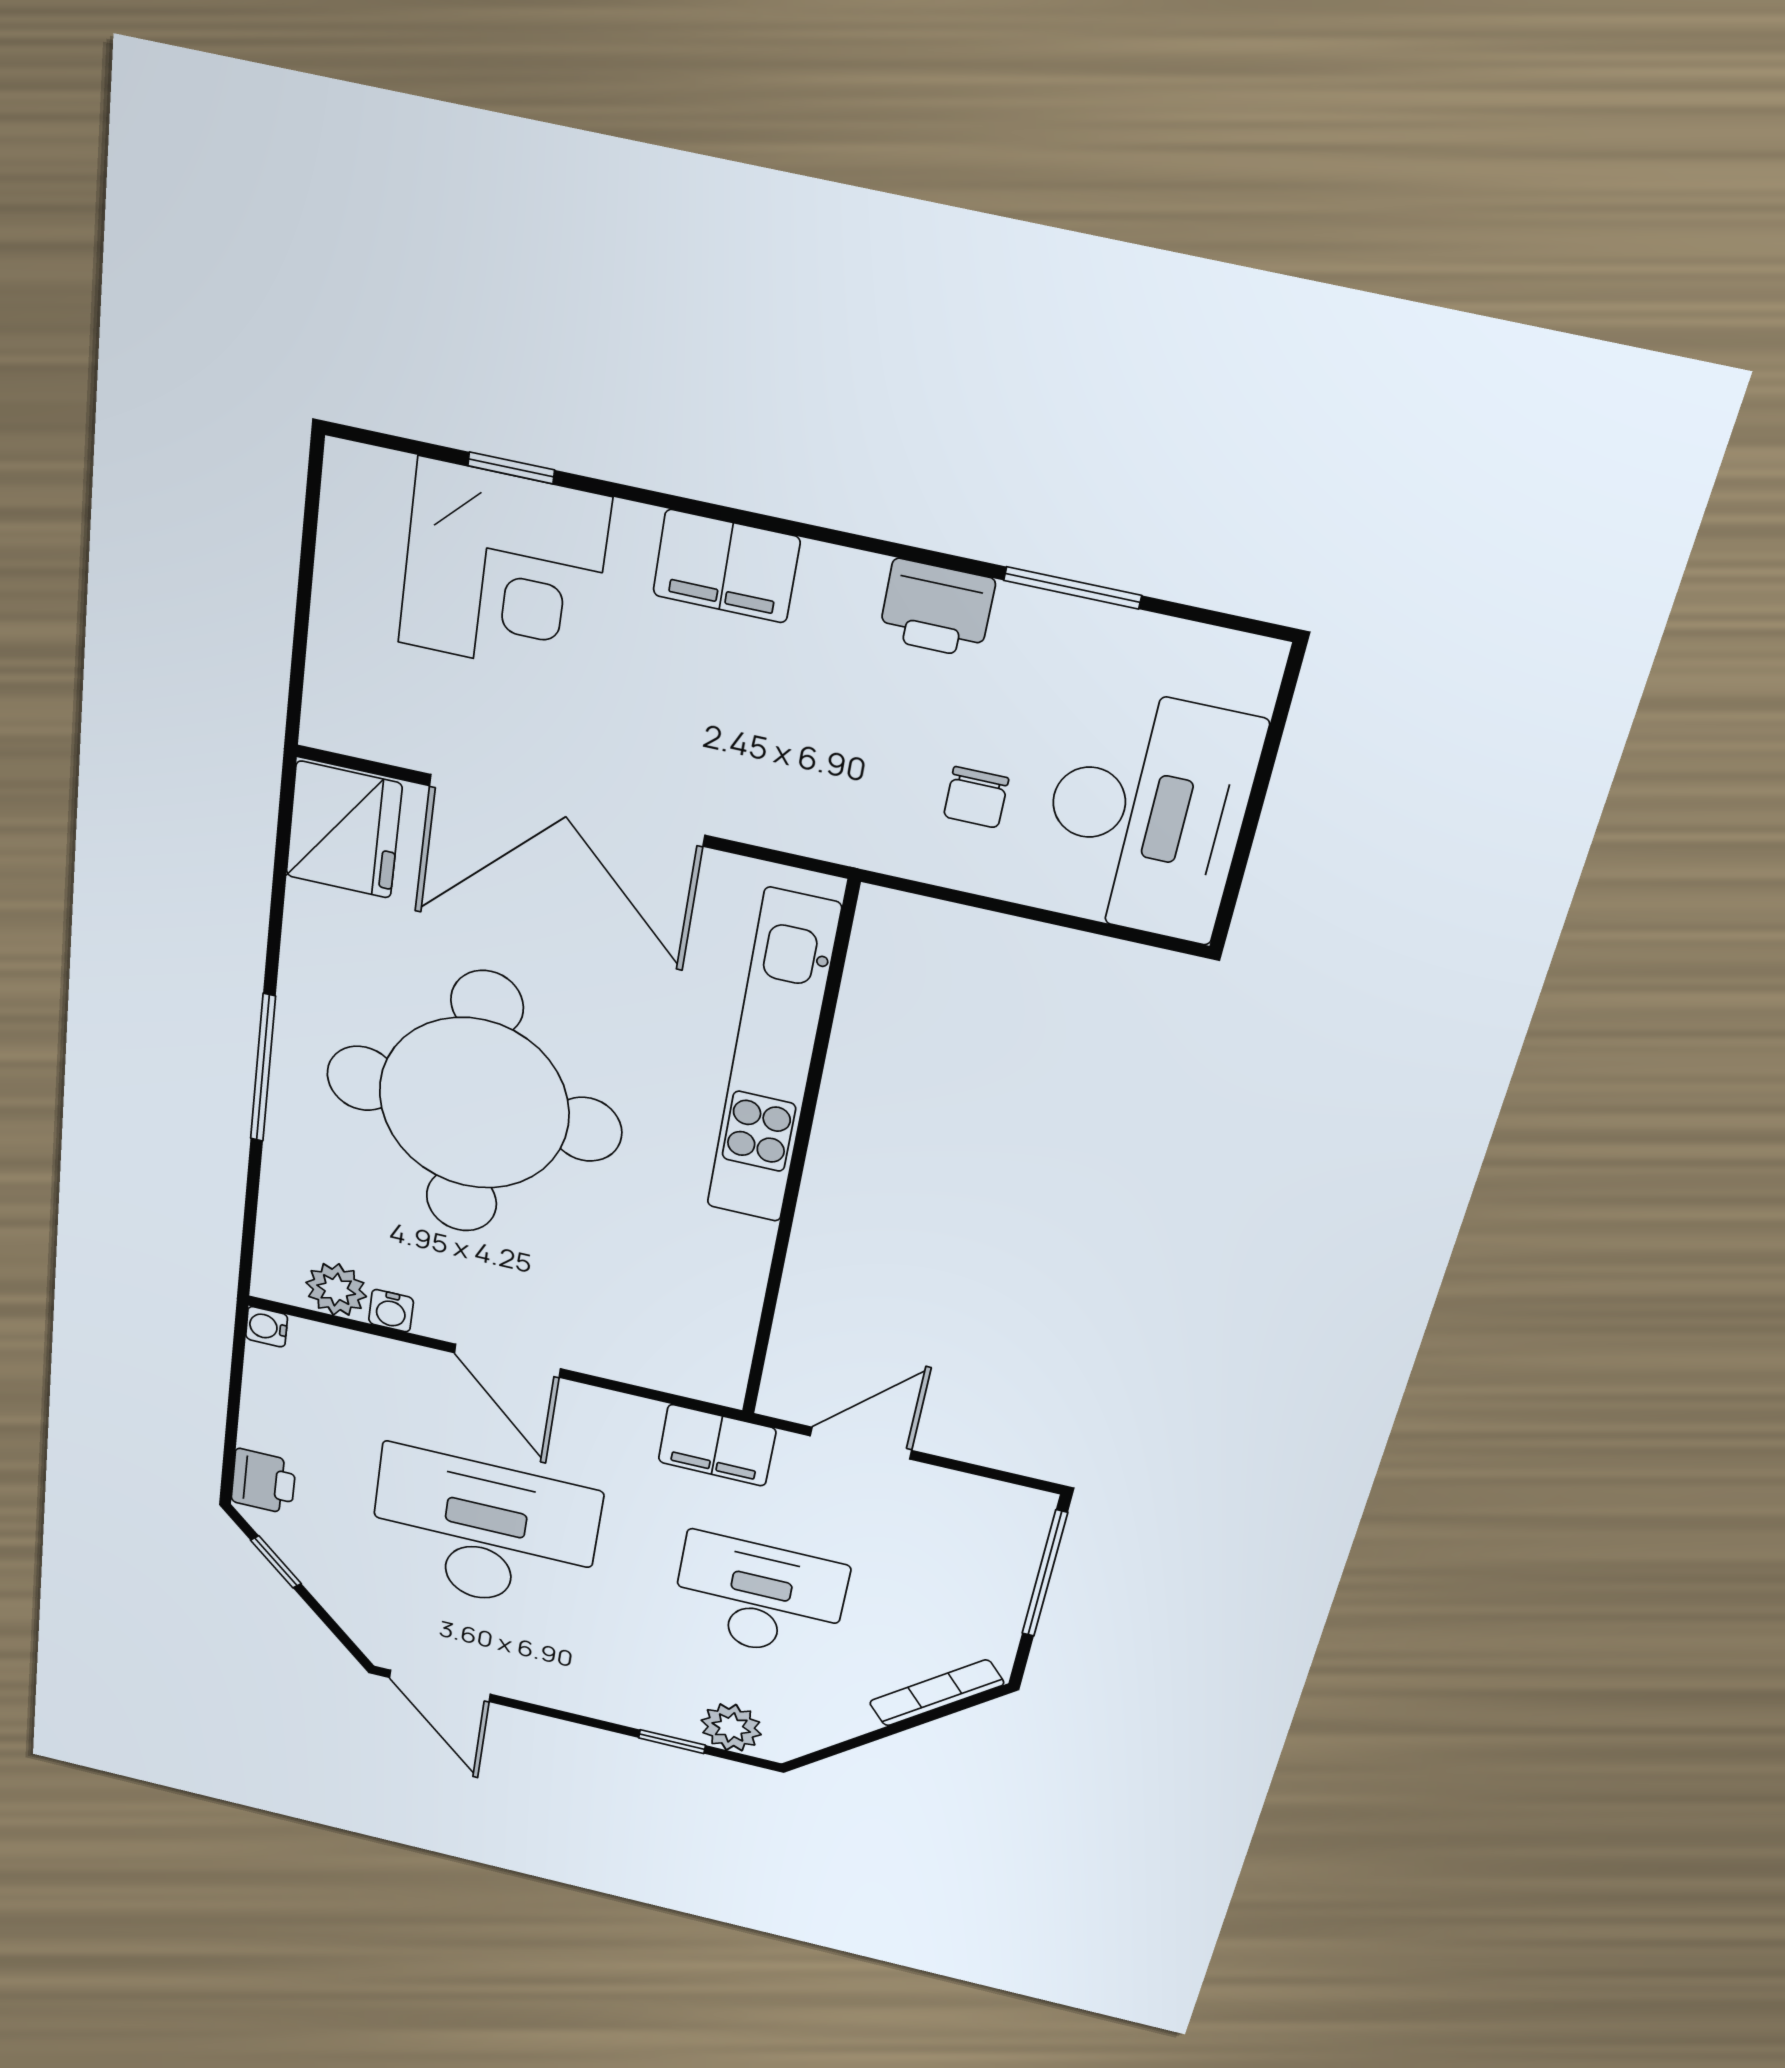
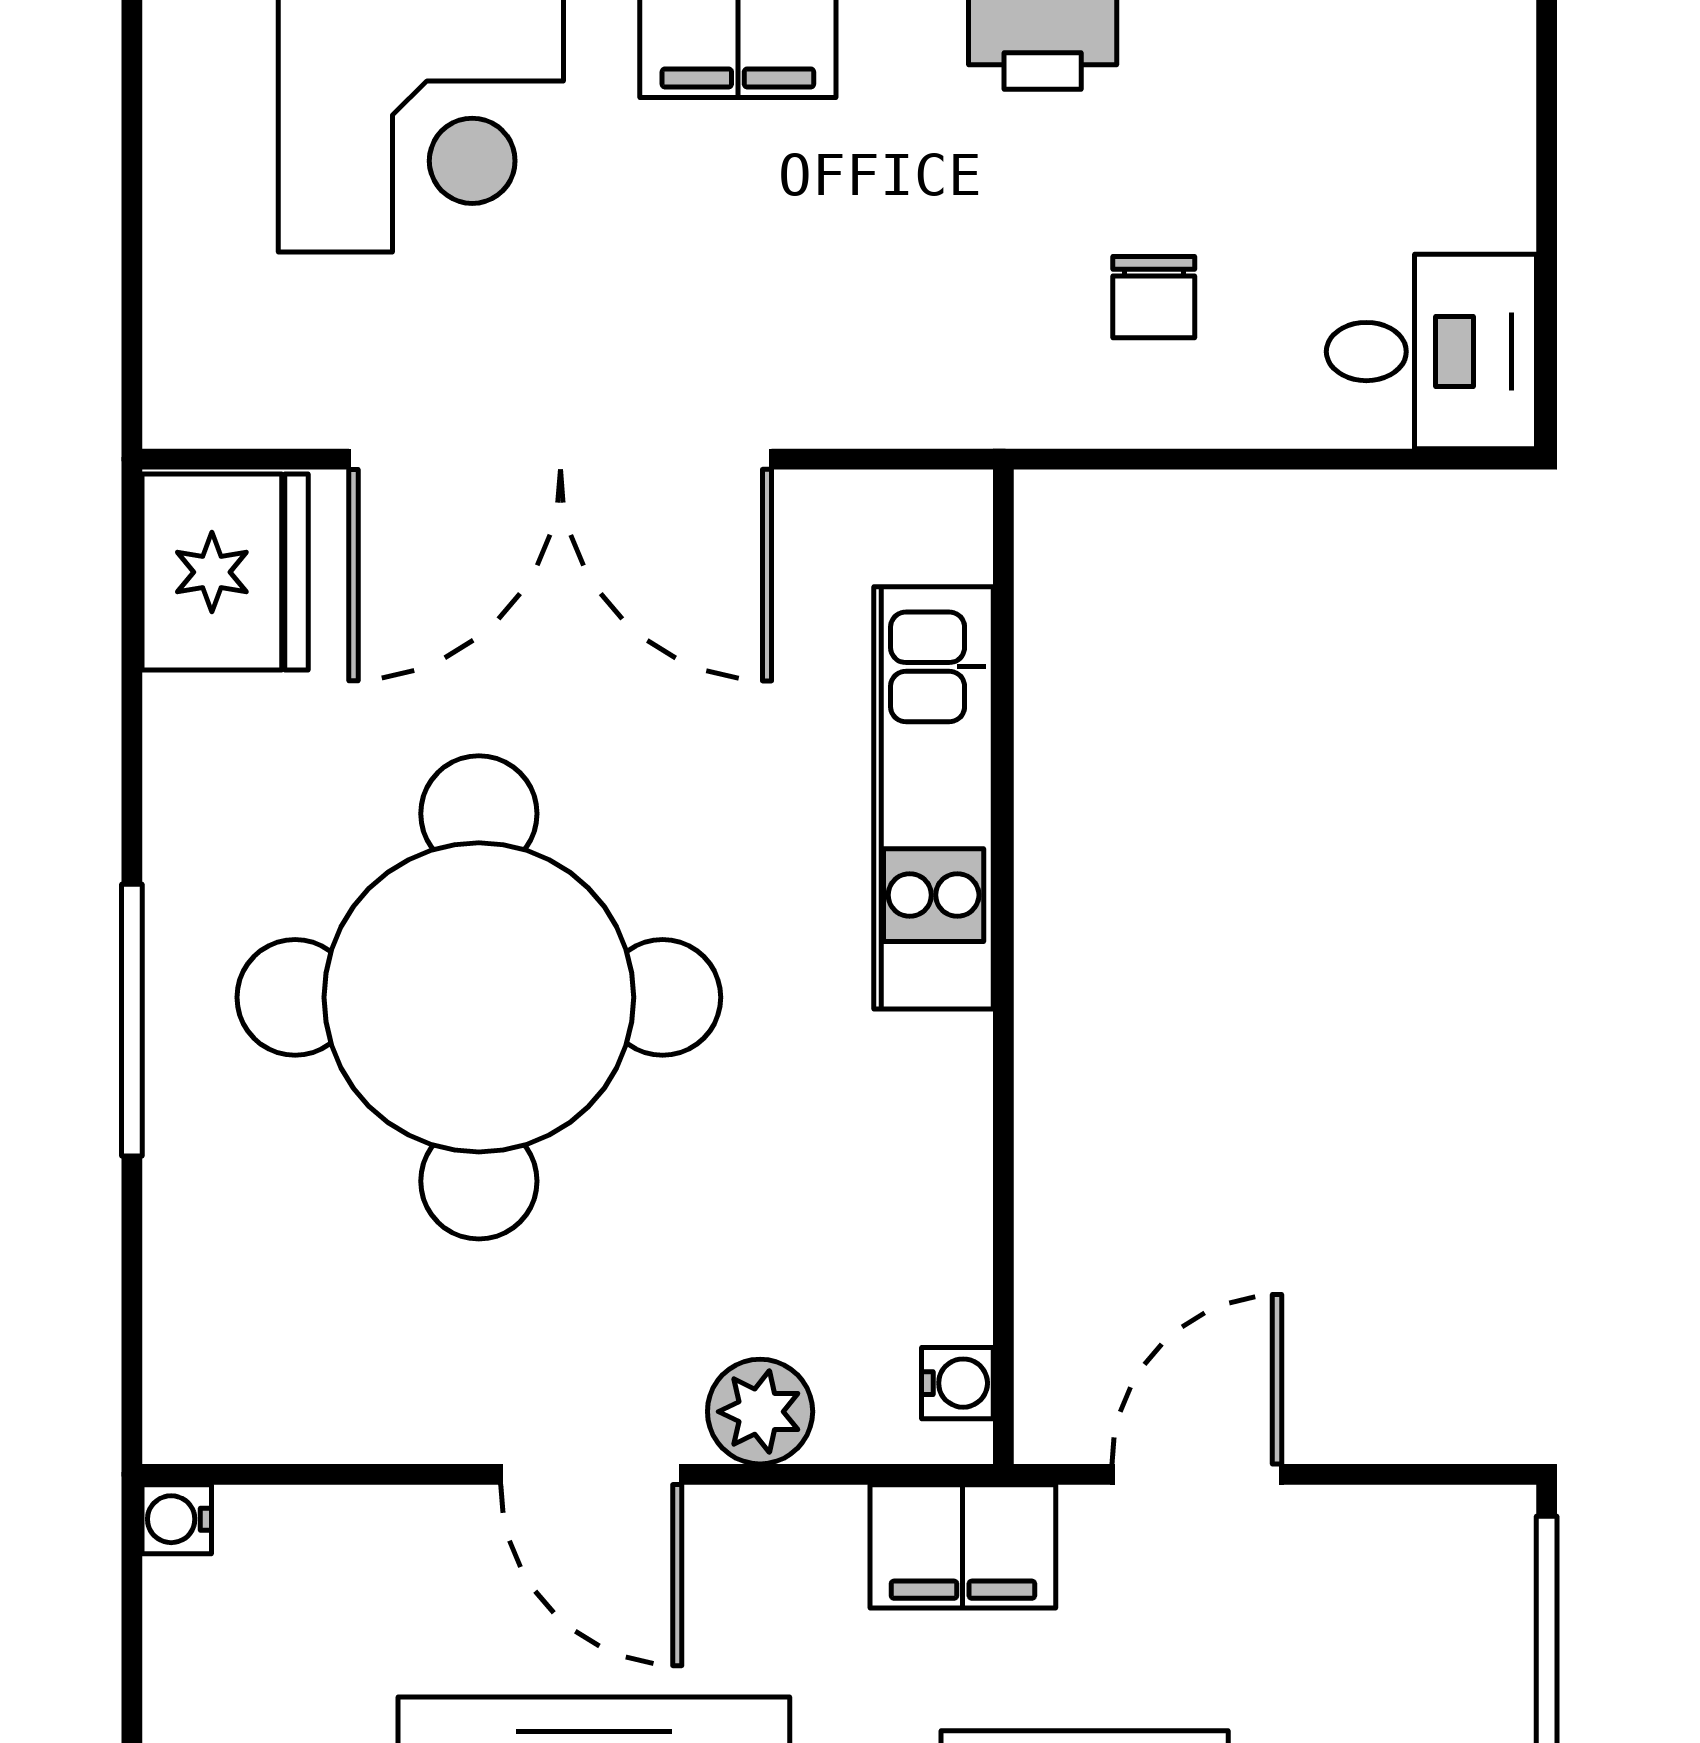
desk: (1147, 815) -> (1431, 352), width x0.53, depth x0.77
kitchen unit: (773, 1059) -> (934, 798), width x0.73
plant: (336, 1290) -> (760, 1412), moved
water cooler: (391, 1311) -> (957, 1383), moved, turned -90

